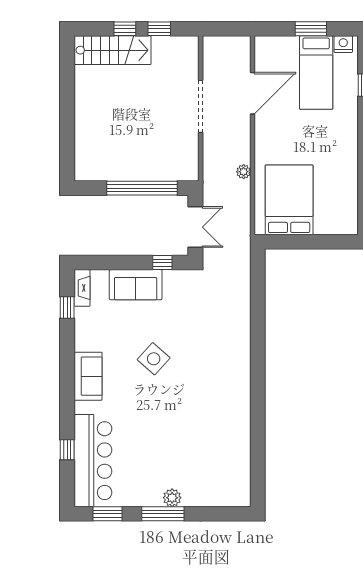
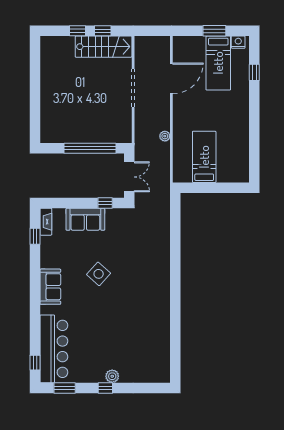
stairs: (112, 50) -> (104, 47), moved
bed: (289, 200) -> (204, 157), width x0.67
window: (67, 450) -> (35, 363), moved
window: (163, 514) -> (105, 388), width x0.46

